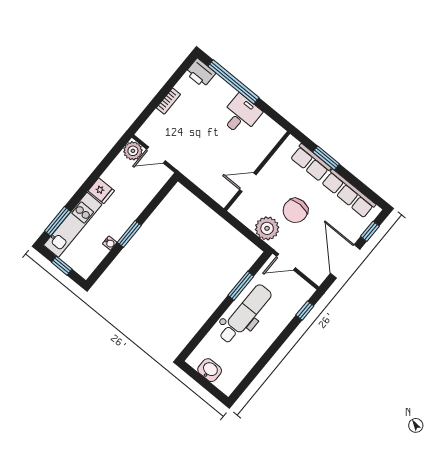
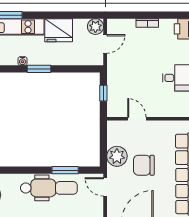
door: (156, 155) -> (105, 44), swing flipped
fridge: (101, 191) -> (59, 30), width x1.88, depth x1.34
window: (199, 194) -> (103, 93), added

